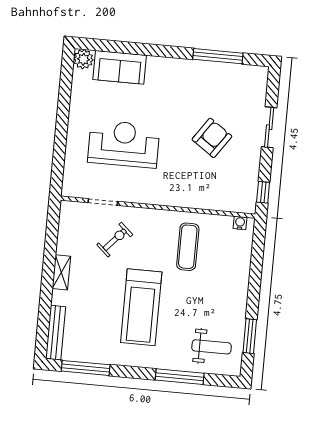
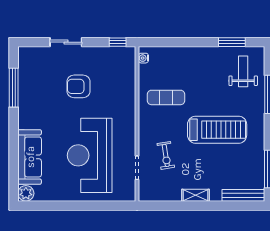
sofa: (120, 67) -> (30, 157), width x1.36
armchair: (212, 138) -> (78, 86), turned -35
reception desk: (124, 144) -> (90, 155), width x1.36, depth x1.30
exercise bike: (115, 240) -> (166, 155), turned -141

